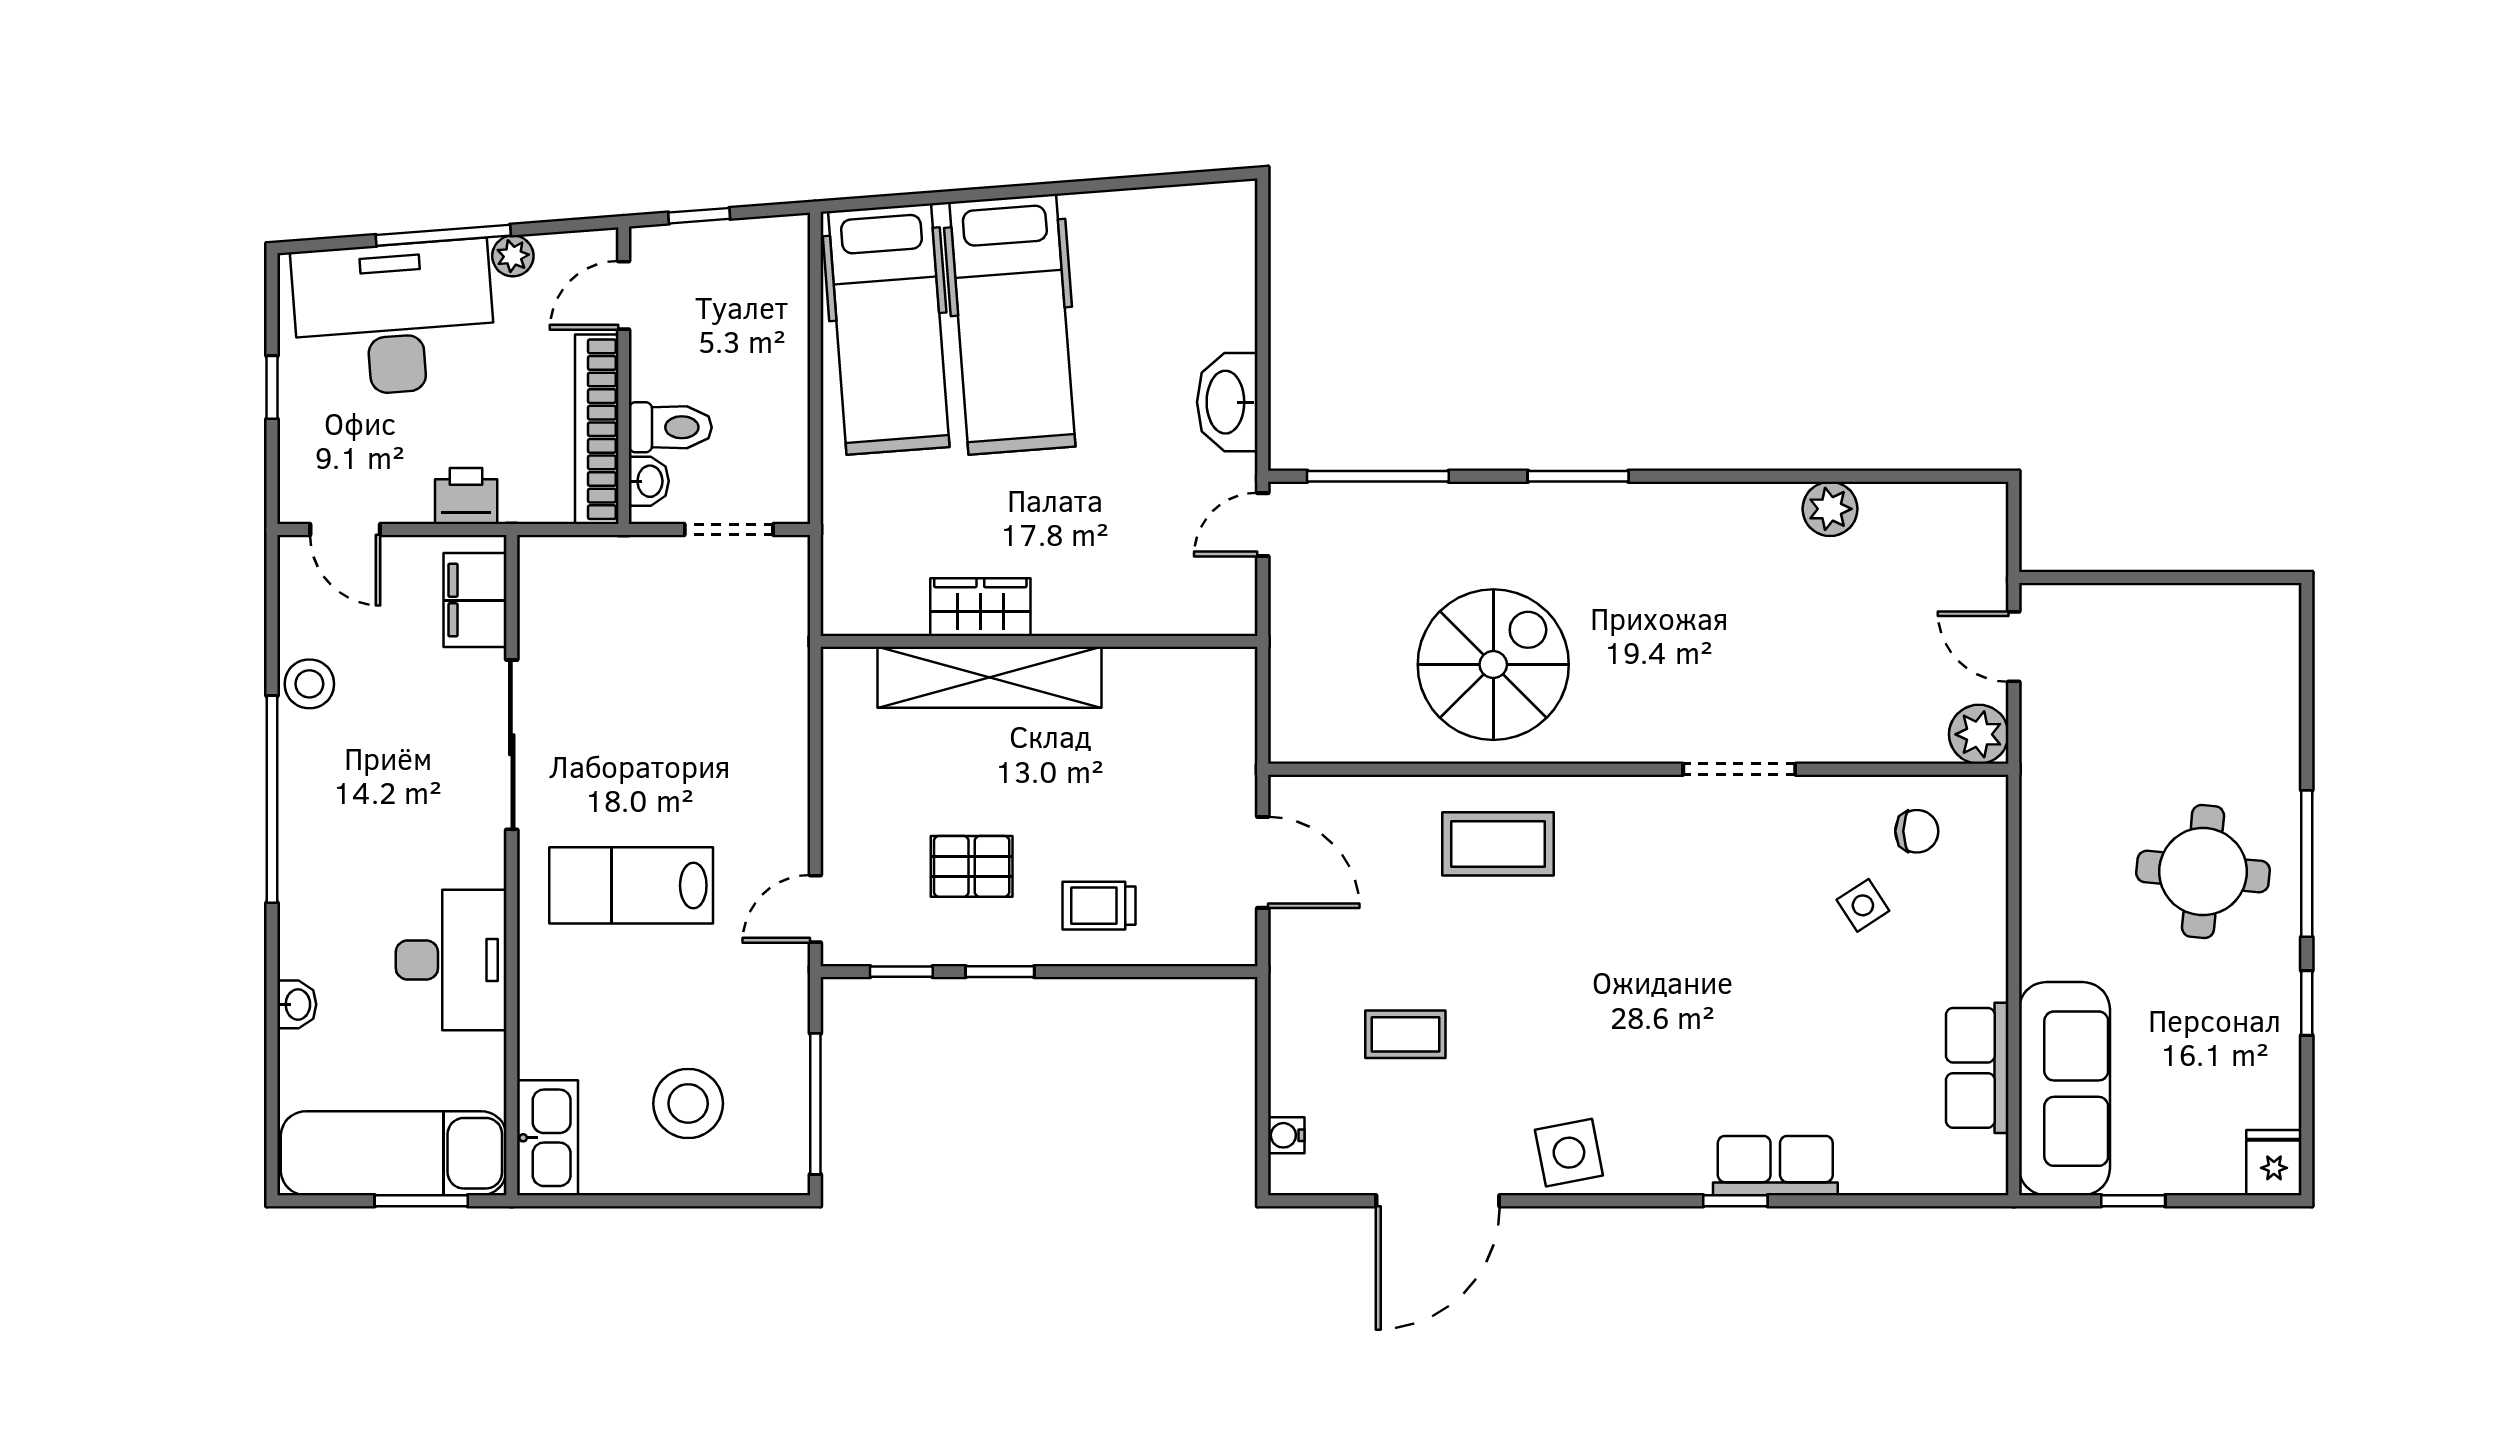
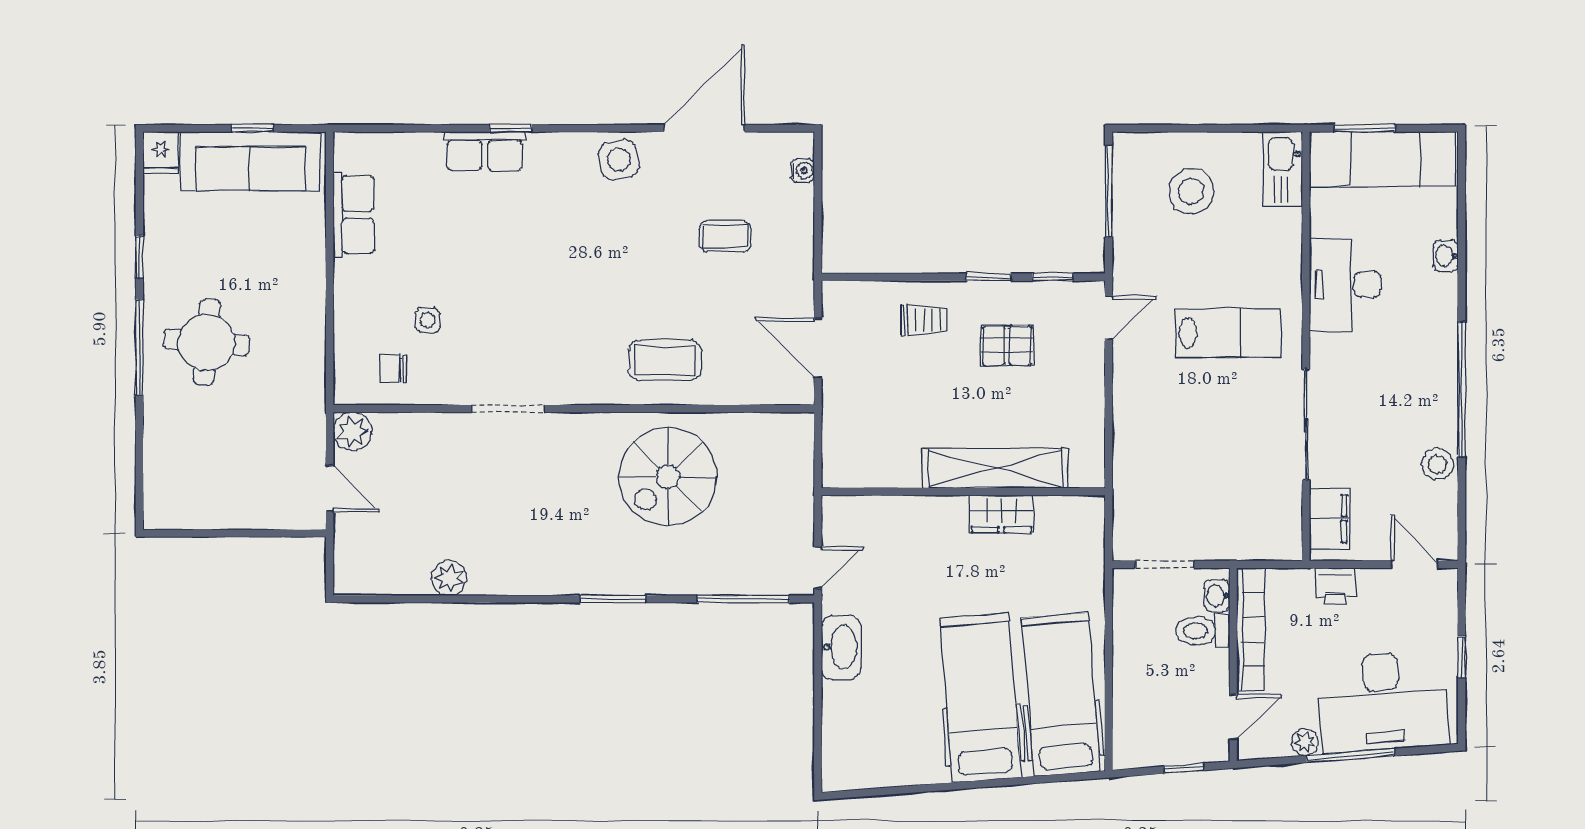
side table: (1863, 905) -> (428, 320), turned 33
sofa: (2064, 1089) -> (251, 161), moved, turned -90

